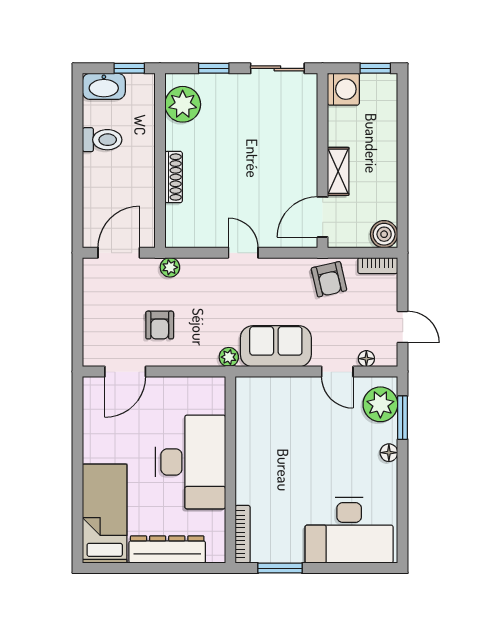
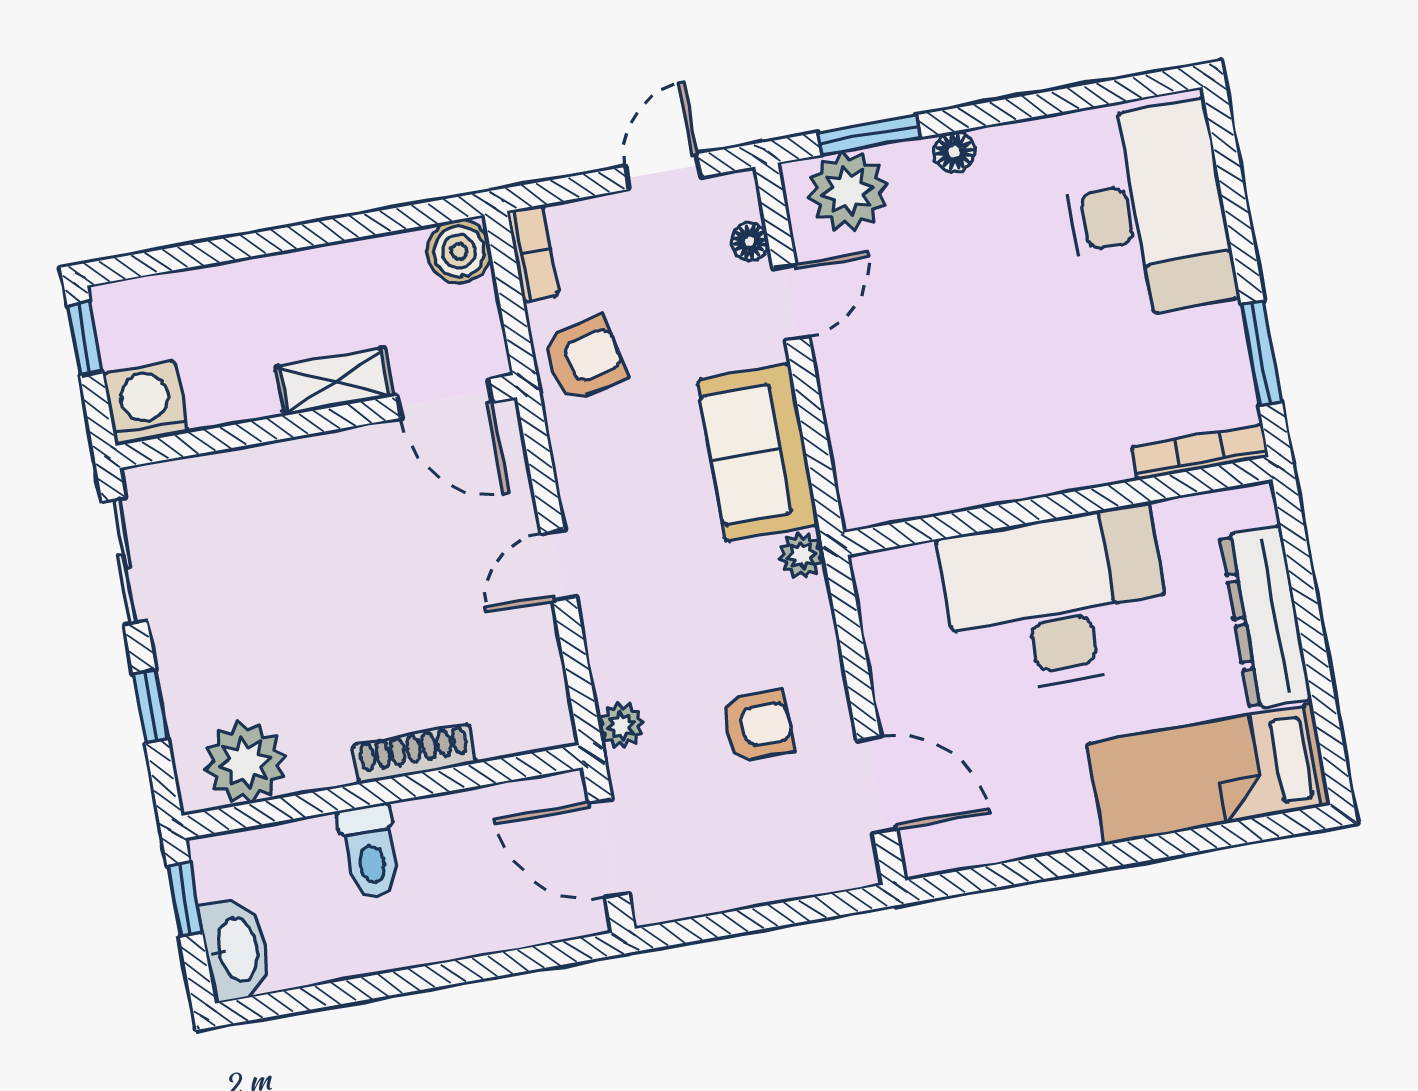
toilet: (102, 140) -> (370, 852), moved, turned 180

